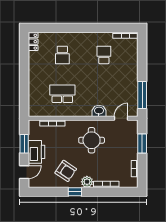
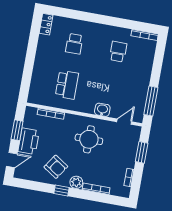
school desk: (62, 94) -> (67, 85), turned 90

